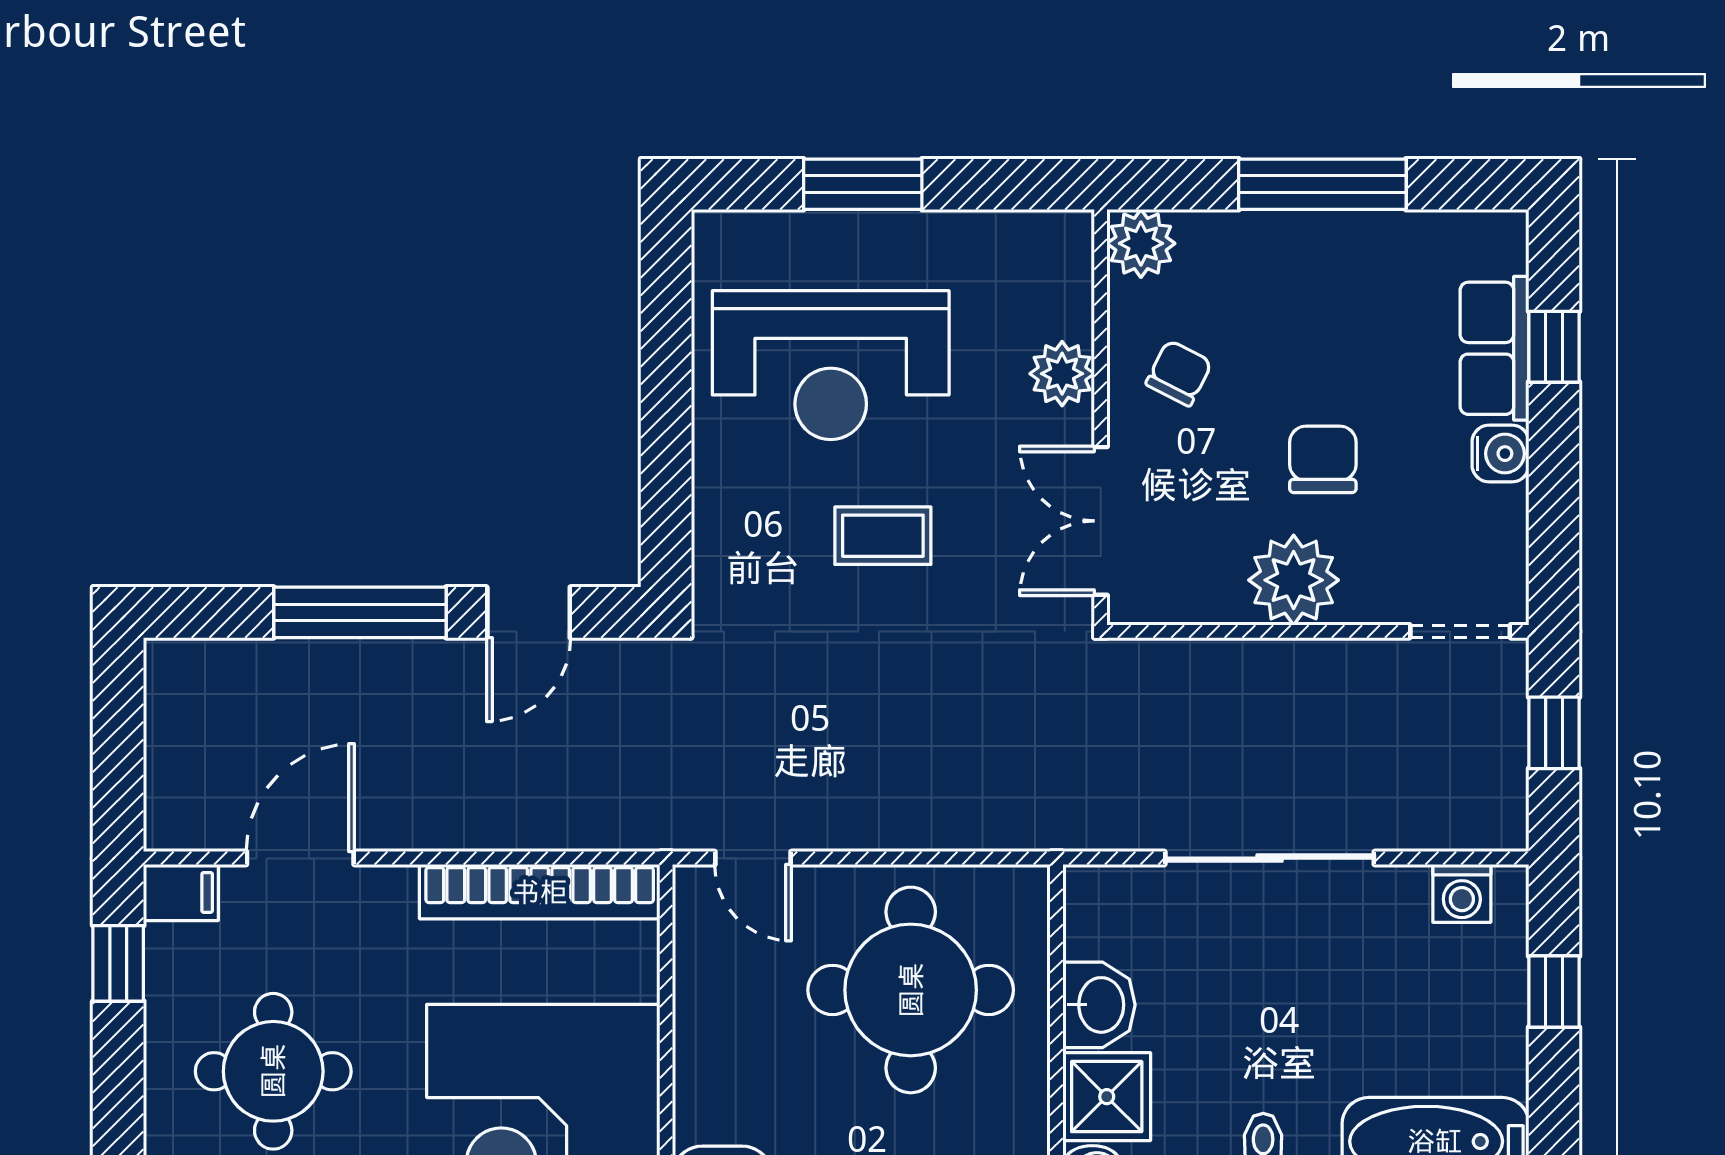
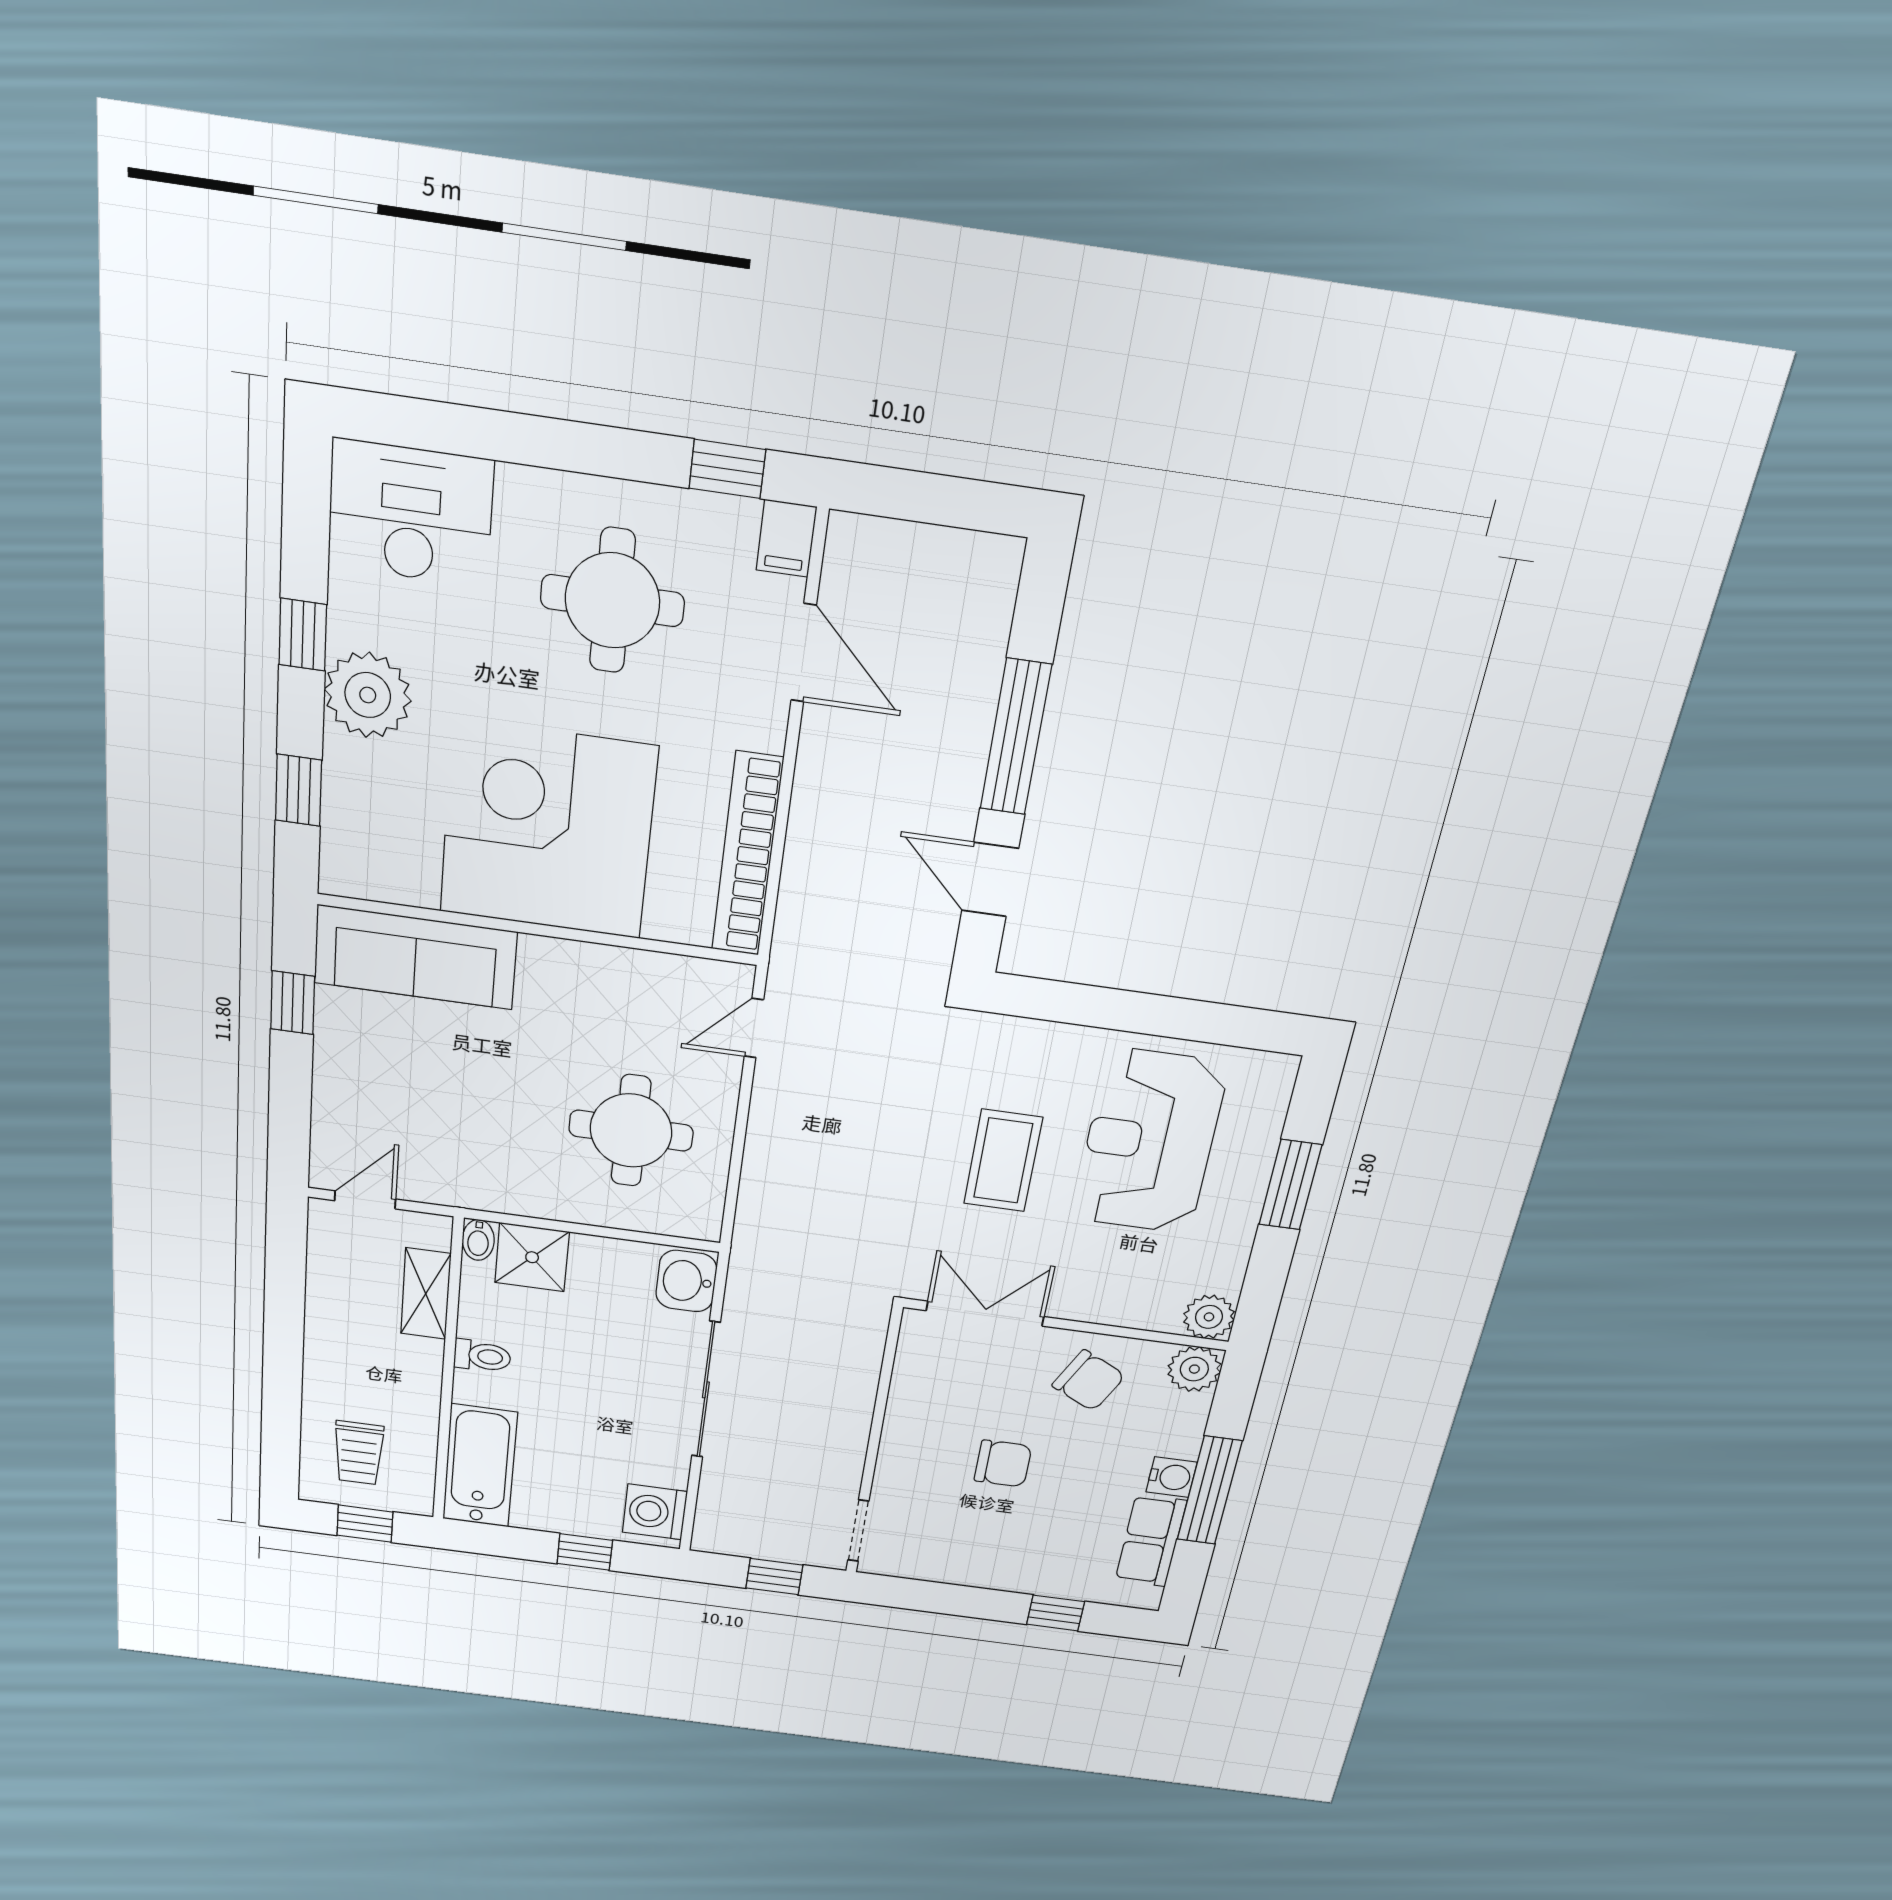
row of seats: (1494, 348) -> (1151, 1541), moved, turned -90
chair: (1179, 373) -> (1089, 1381), width x1.37, depth x1.37
plant: (1062, 374) -> (1209, 1317), moved
water cooler: (1500, 454) -> (1171, 1477), moved, turned -90
coffee table: (883, 536) -> (1003, 1161), width x1.36, depth x1.30
plant: (1294, 580) -> (915, 1433), removed
washing machine: (1462, 893) -> (655, 1512), width x1.38, depth x1.38
round table: (911, 990) -> (631, 1131), width x0.73, depth x0.73
washbasin: (1099, 1005) -> (686, 1281), moved, turned 90

